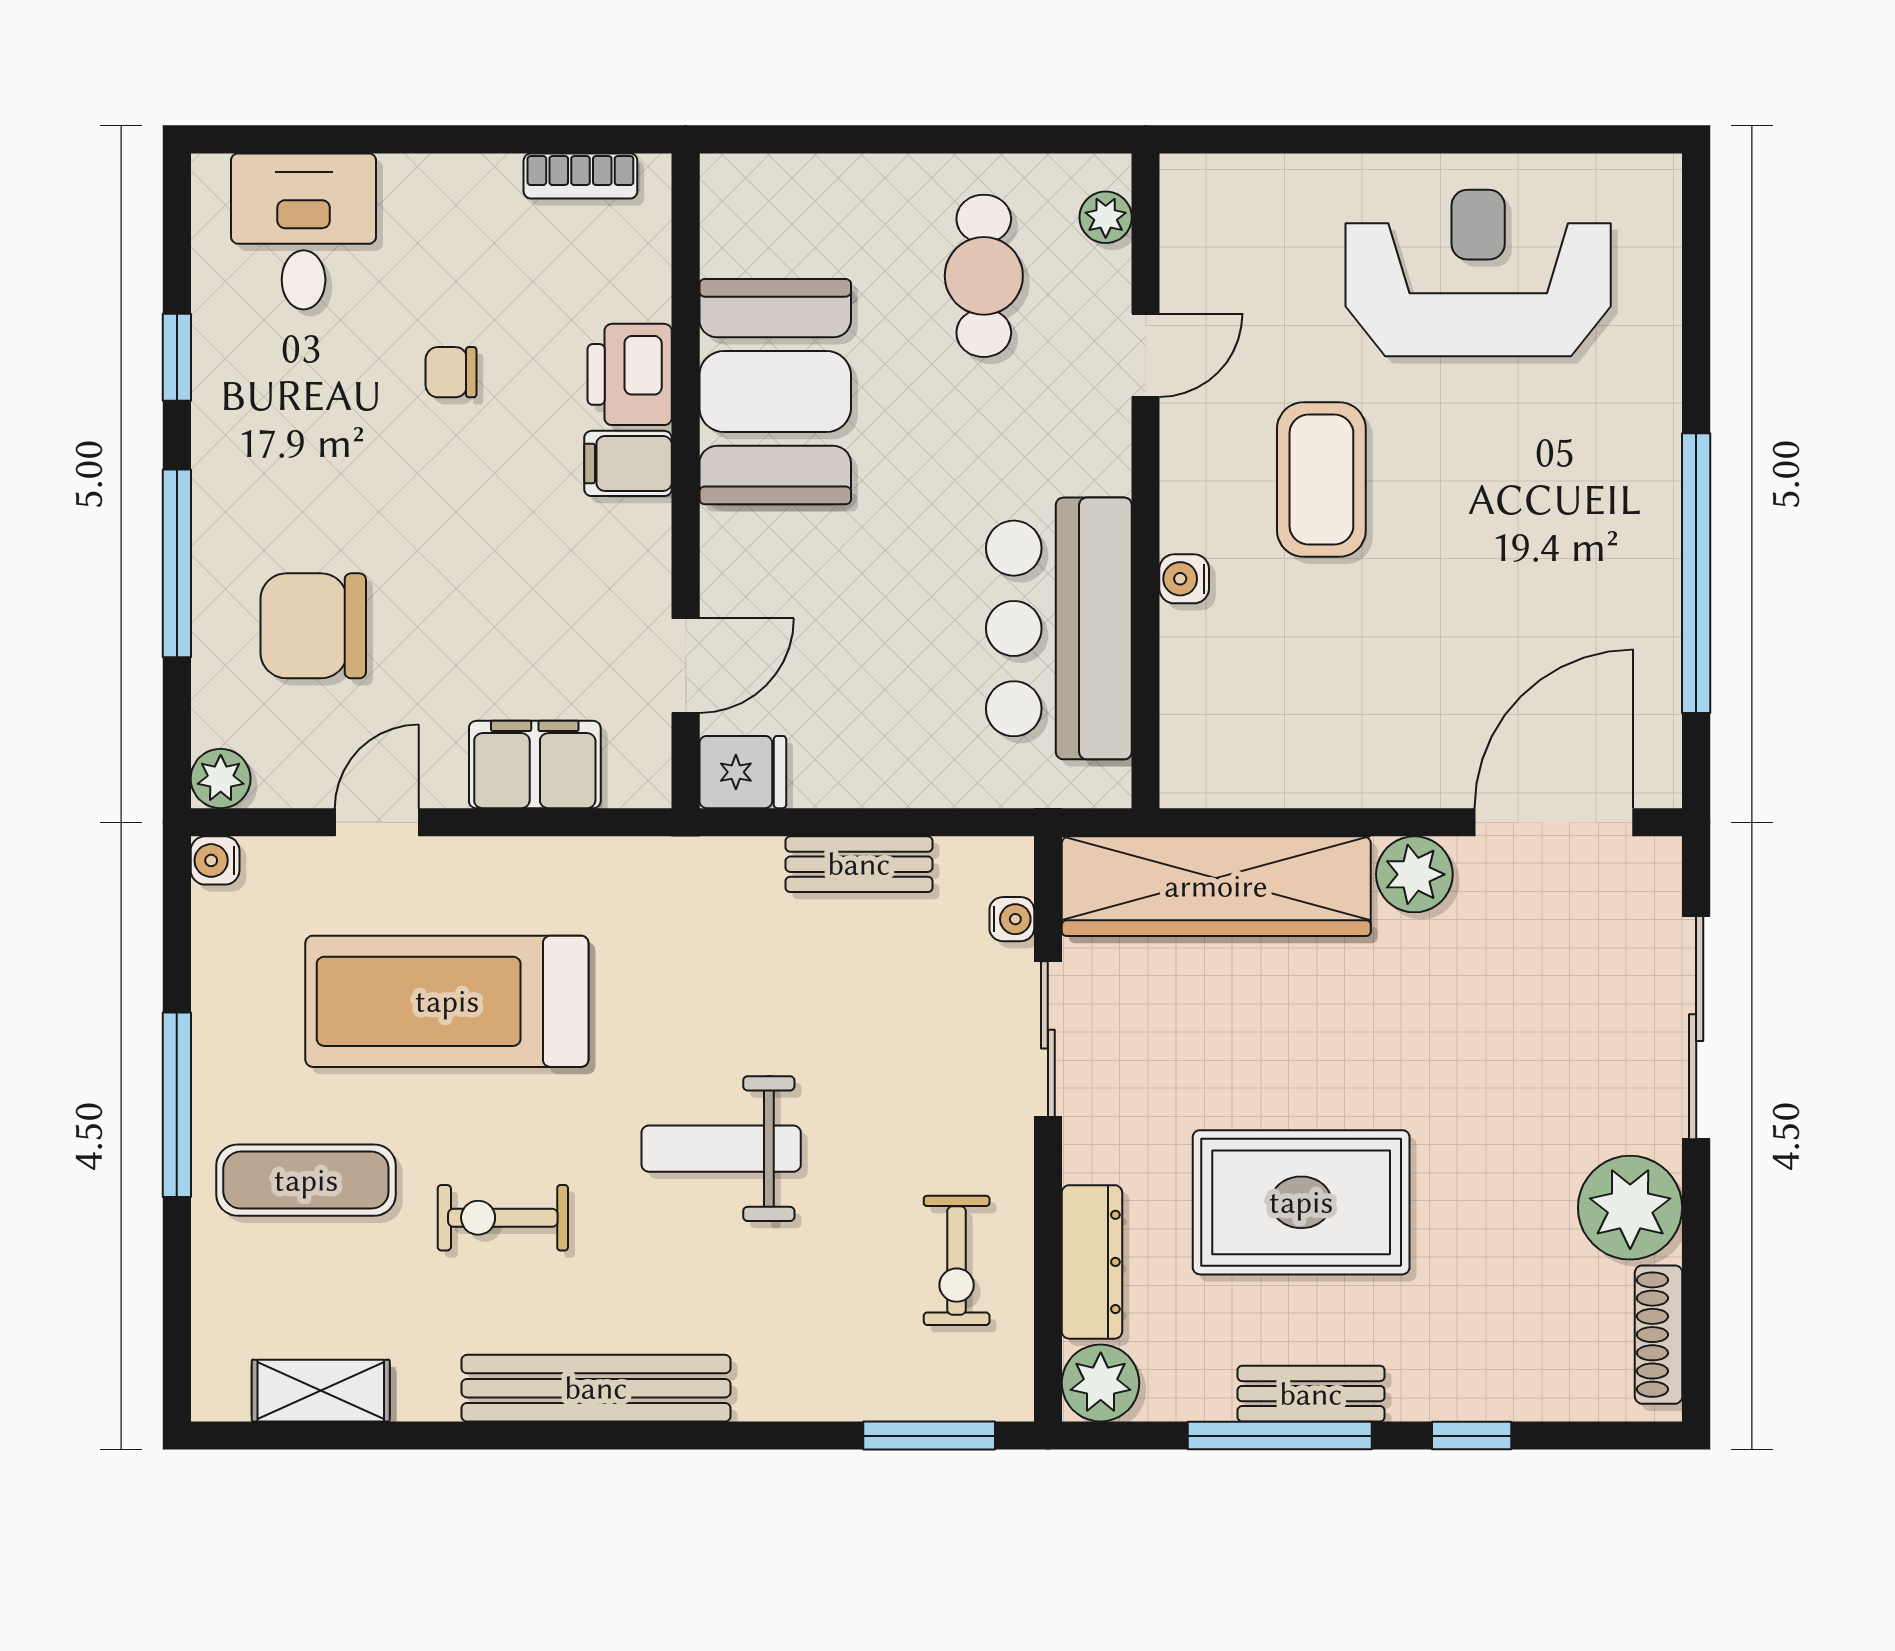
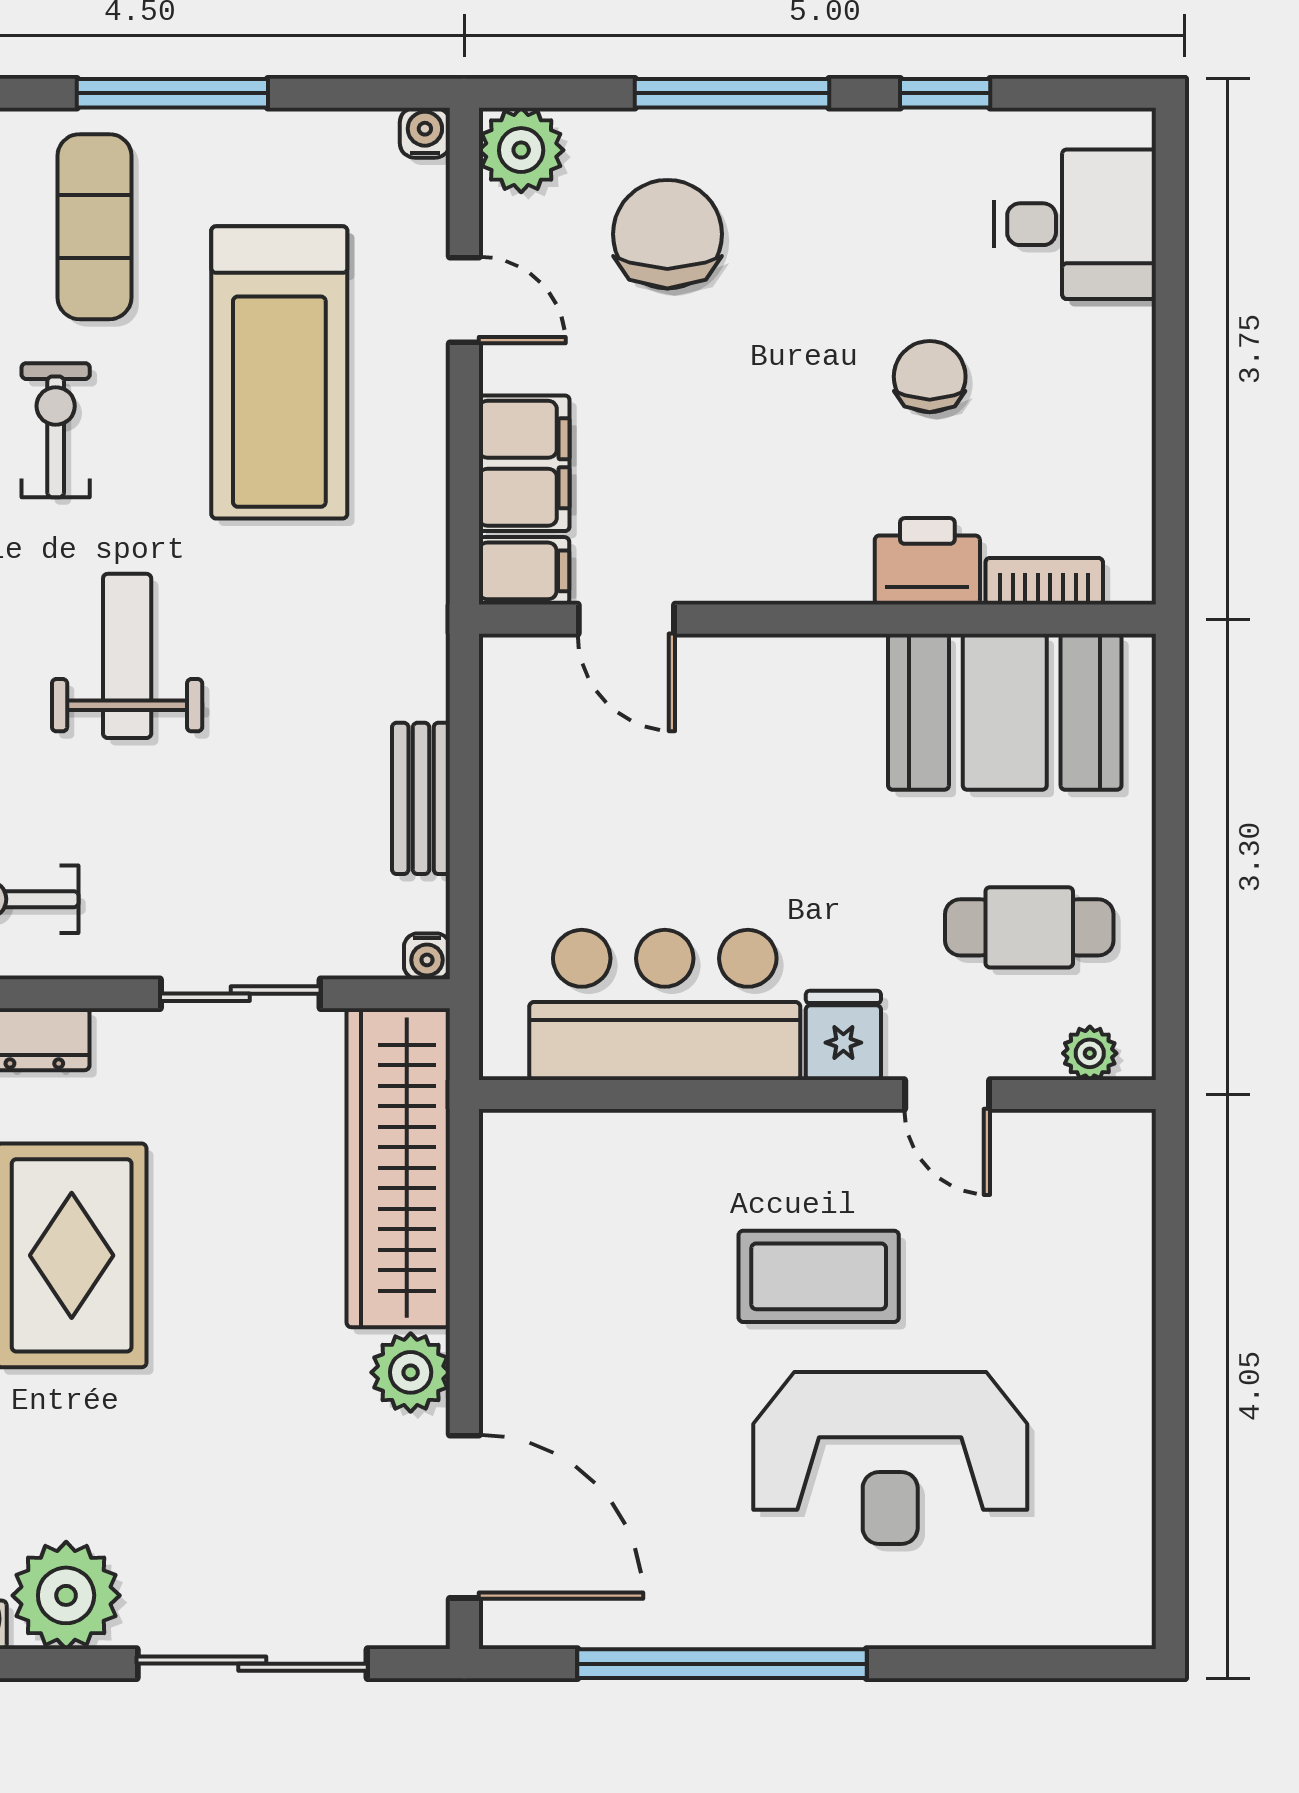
bookcase: (580, 176) -> (1044, 581), moved, turned 90
reception desk: (1478, 273) -> (890, 1458), moved, turned 90
chair: (451, 372) -> (930, 377), width x1.37, depth x1.37
booth: (775, 392) -> (1005, 712), moved
filing cabinet: (628, 463) -> (524, 571), moved, turned 90
water cooler: (1184, 579) -> (716, 1134), removed
fridge: (743, 772) -> (843, 1035), moved, turned 180
plant: (221, 779) -> (521, 150), width x1.38, depth x1.38
water cooler: (1012, 919) -> (427, 956), moved
treadmill: (447, 1001) -> (279, 372), turned 180

